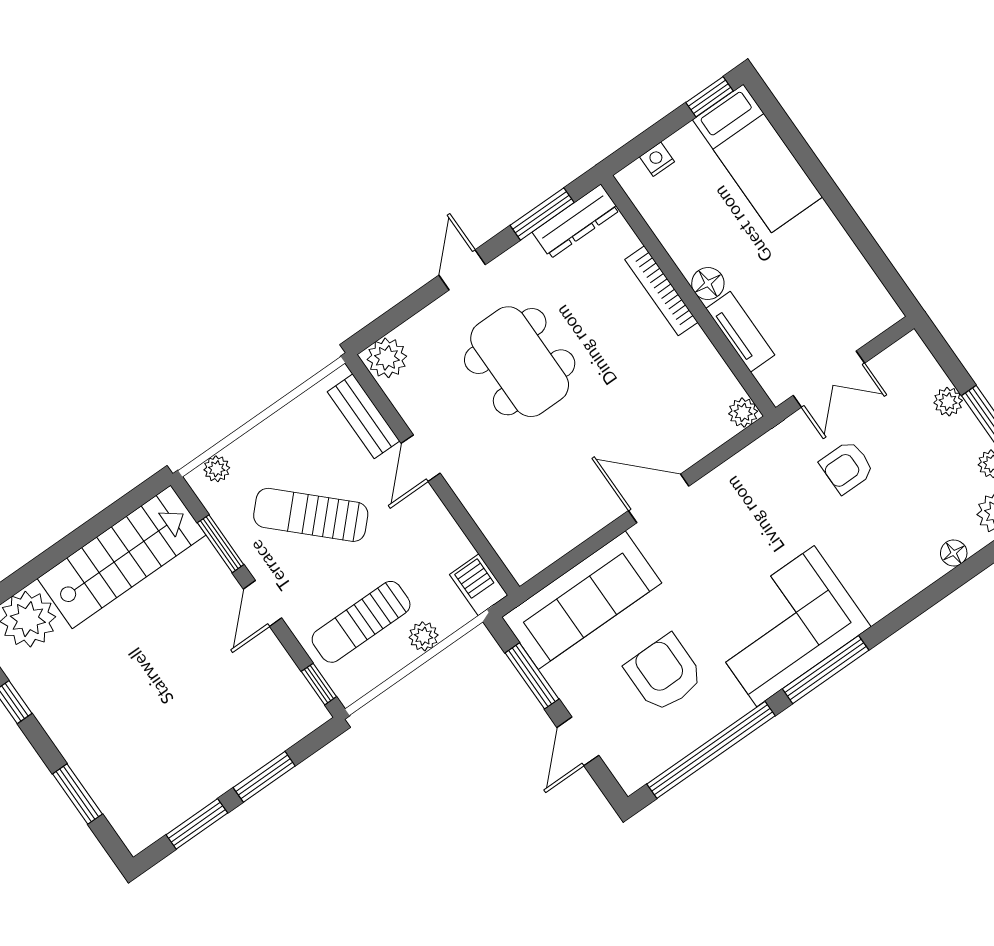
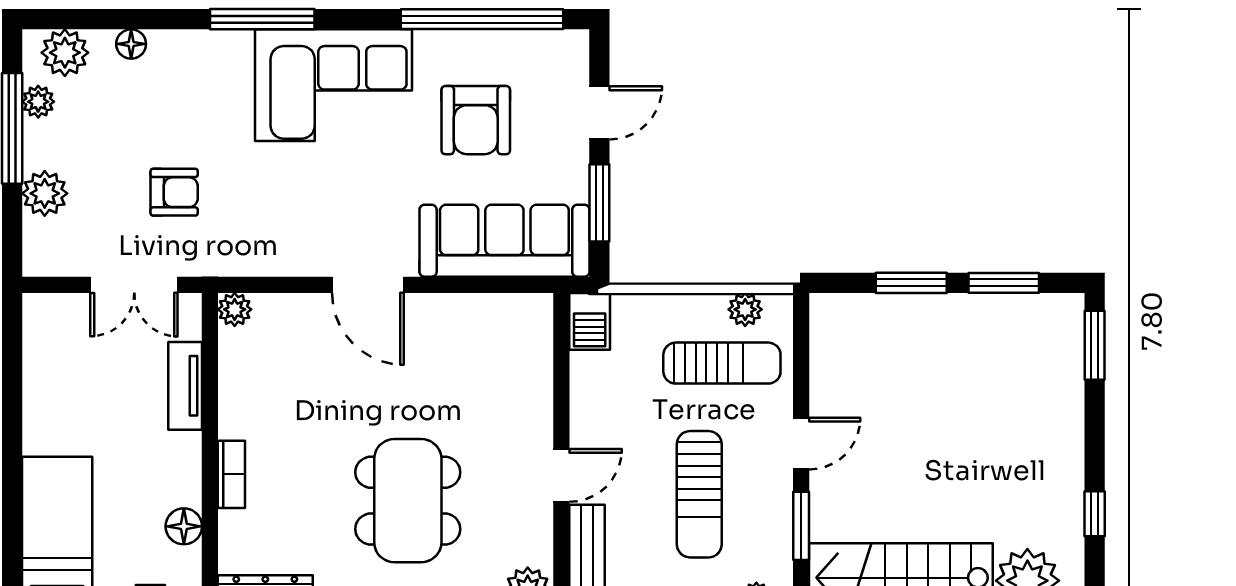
floor lamp: (708, 284) -> (184, 526), moved
bookcase: (661, 291) -> (231, 474), width x0.64
double door: (829, 379) -> (134, 285), swing flipped
plant: (948, 402) -> (45, 193), width x1.38, depth x1.38
sun lounger: (311, 515) -> (699, 494), turned 46
plant: (424, 636) -> (745, 309), moved
window: (826, 670) -> (262, 19), moved
window: (319, 684) -> (801, 333), removed
window: (77, 794) -> (1095, 345), moved

